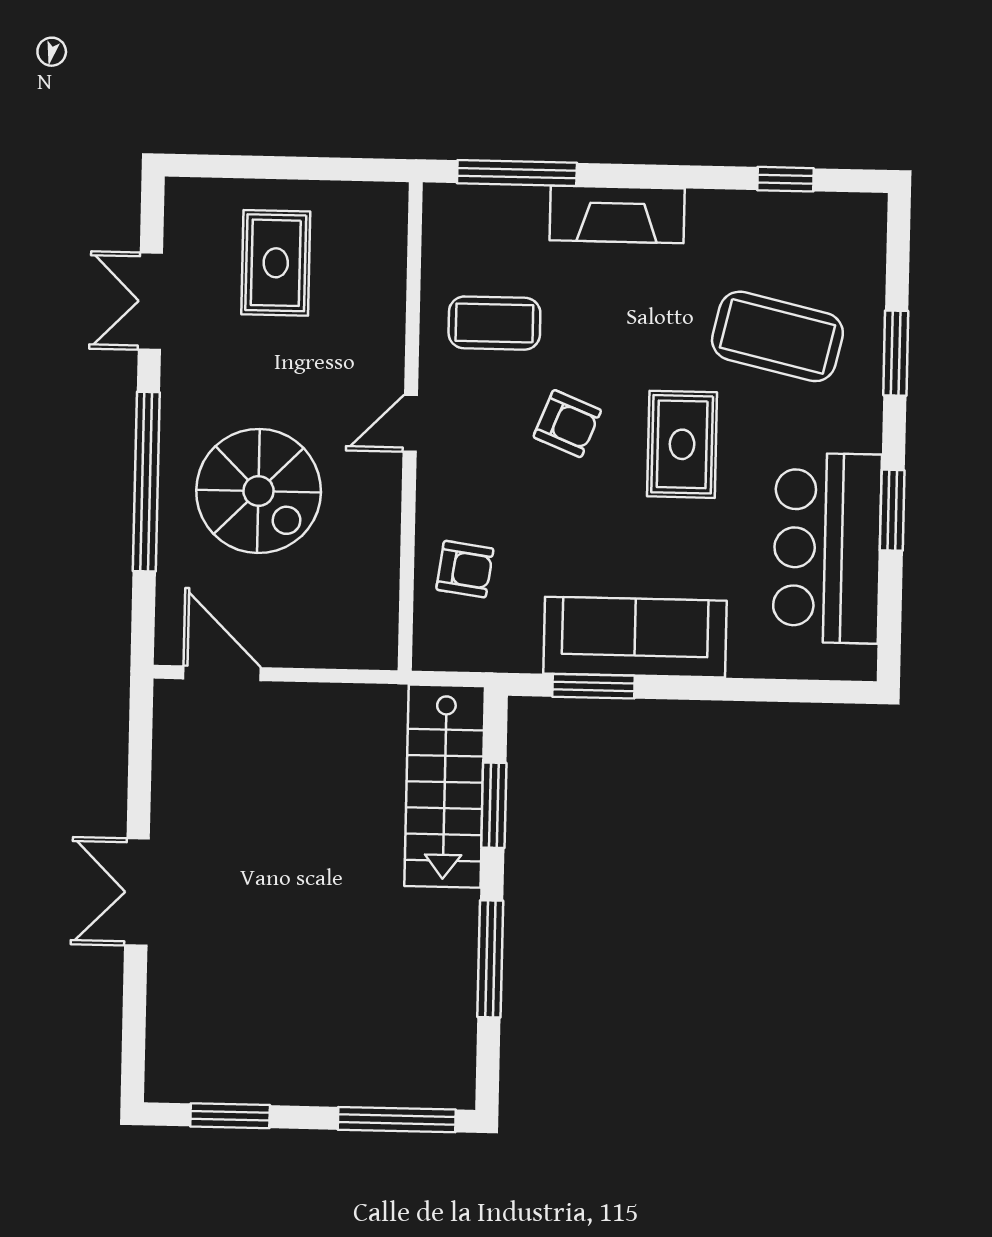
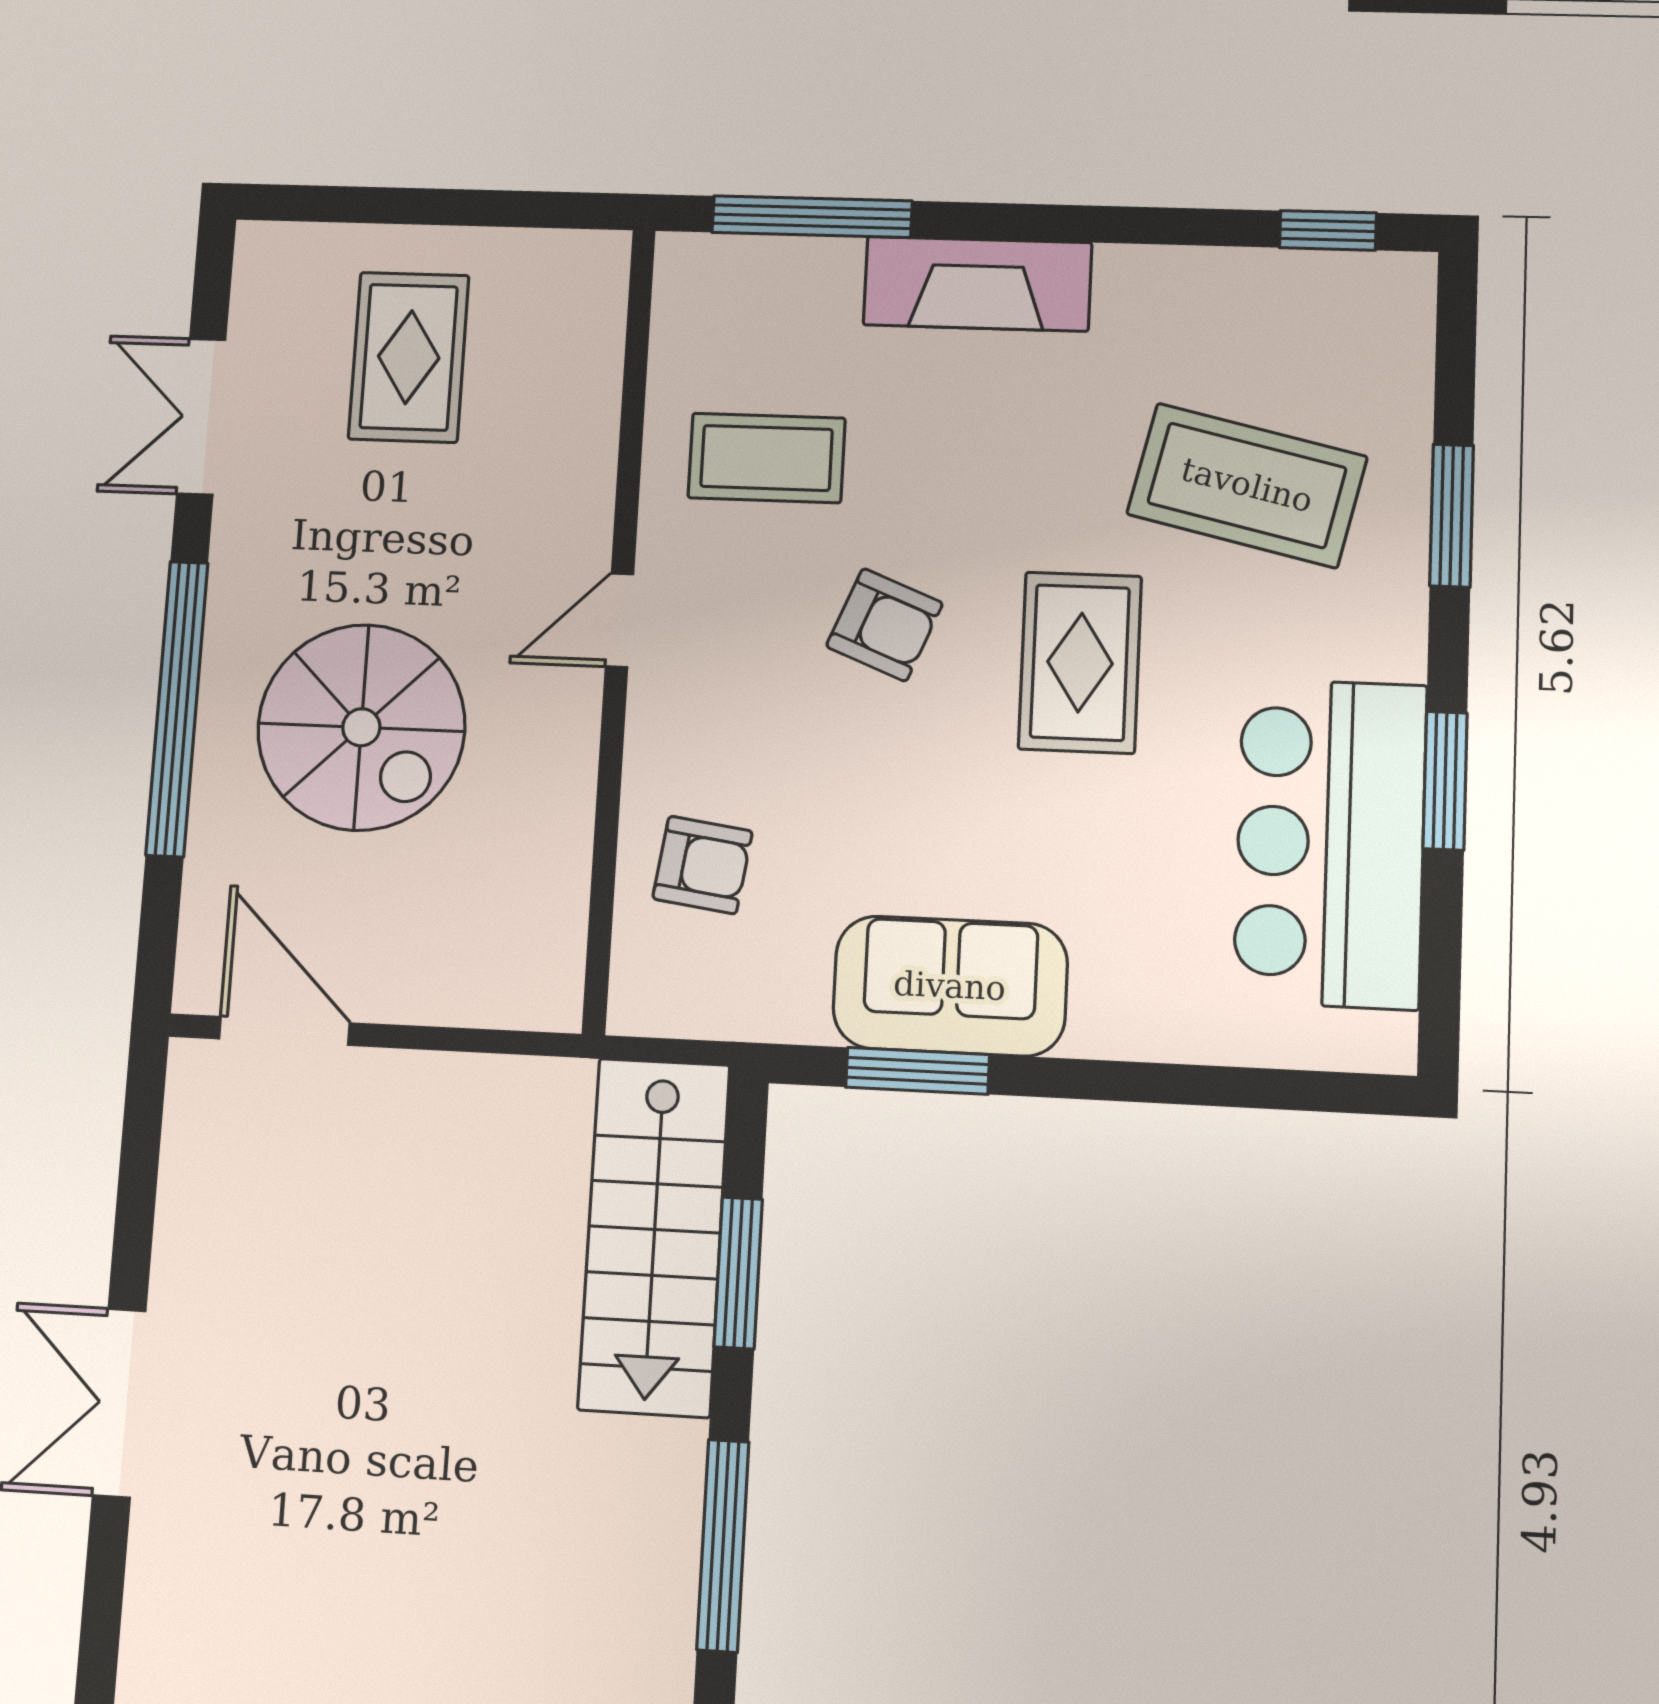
window: (785, 179) -> (1328, 230), moved
sofa: (635, 637) -> (950, 986), width x0.73

